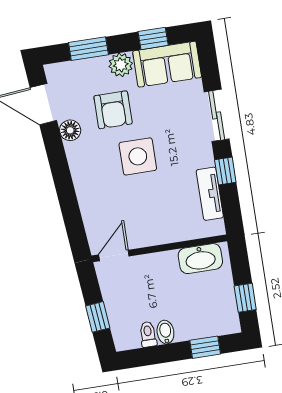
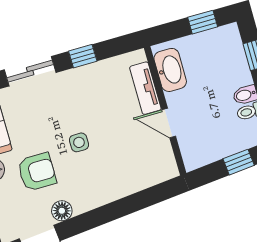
side table: (138, 156) -> (79, 142), width x0.54, depth x0.54
tv unit: (210, 194) -> (145, 88), moved, turned 90
door: (114, 255) -> (169, 123), moved

